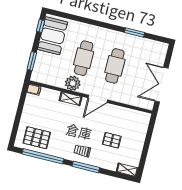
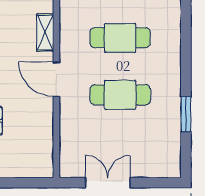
plant: (73, 83) -> (72, 30), removed
double door: (162, 85) -> (108, 183), width x0.73

